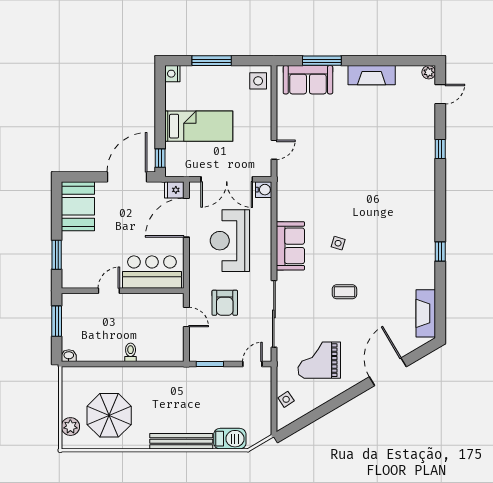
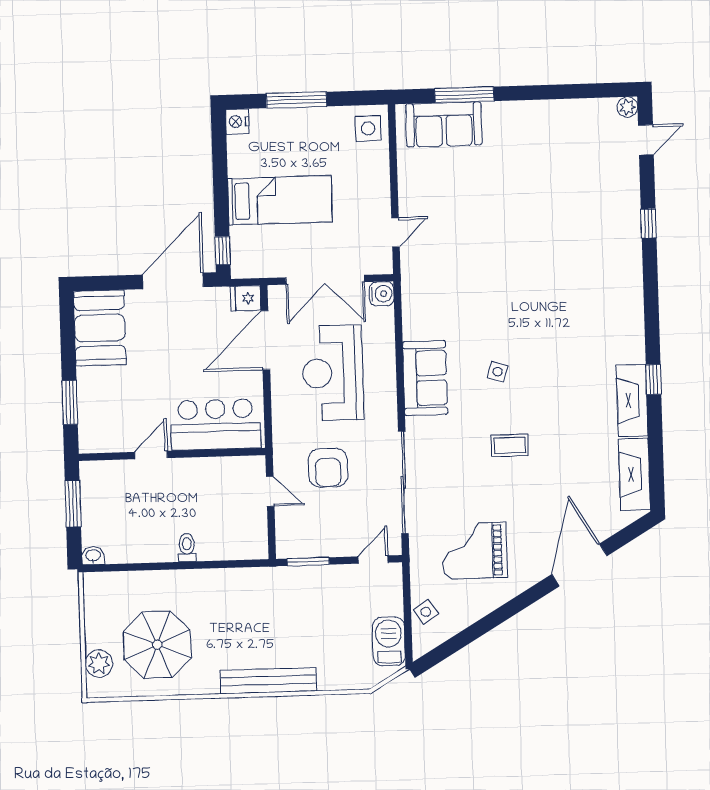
fireplace: (372, 75) -> (632, 400), moved, turned 90
barbecue: (230, 439) -> (389, 641), moved, turned -90

